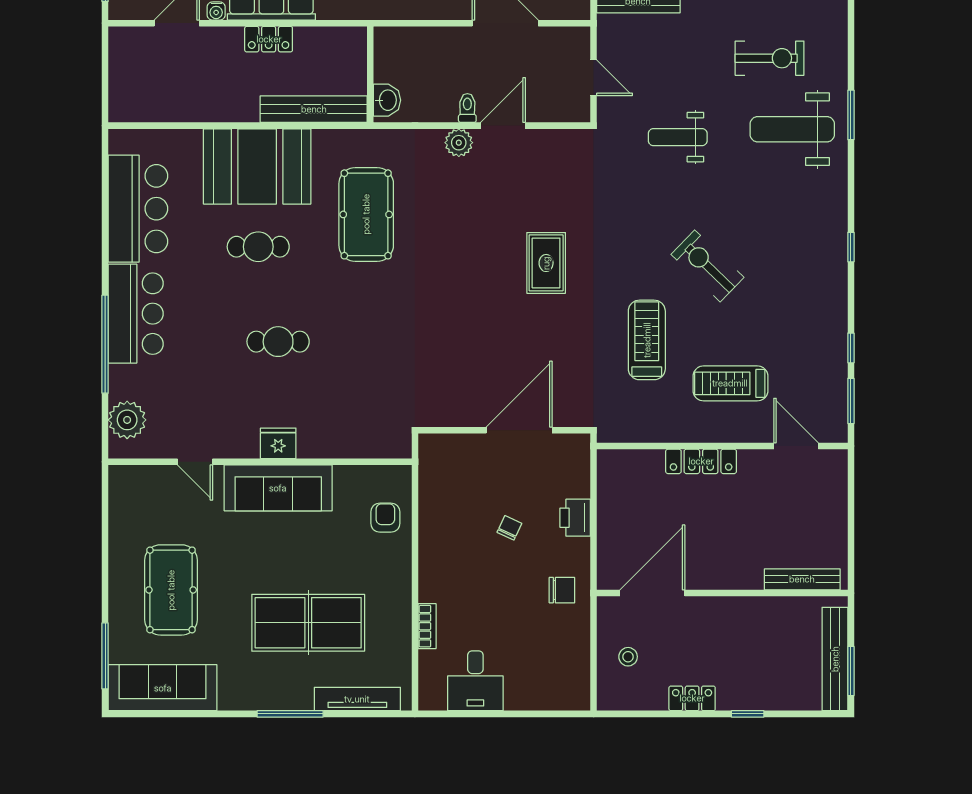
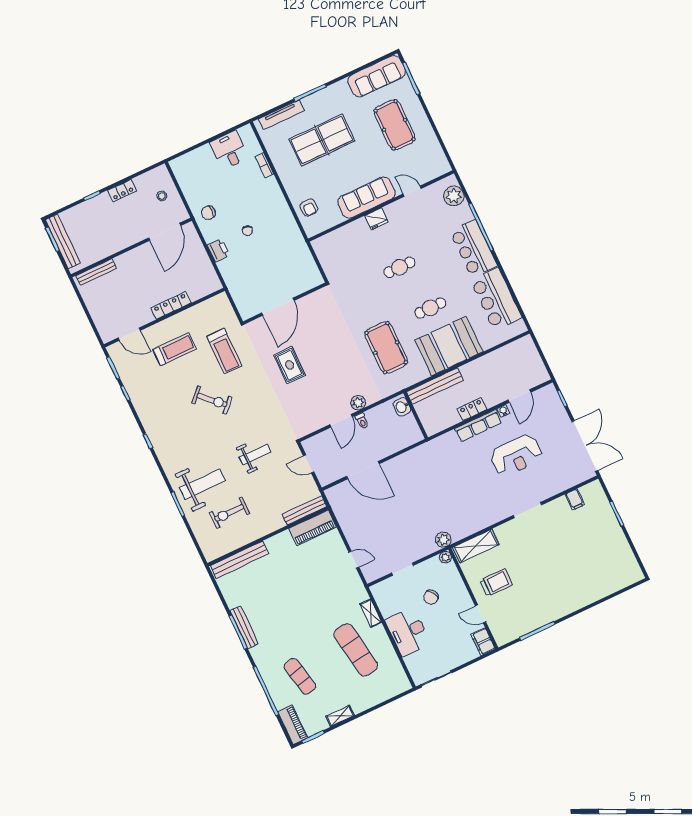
wall: (504, 430) -> (285, 303), moved
door: (519, 430) -> (278, 307), moved

